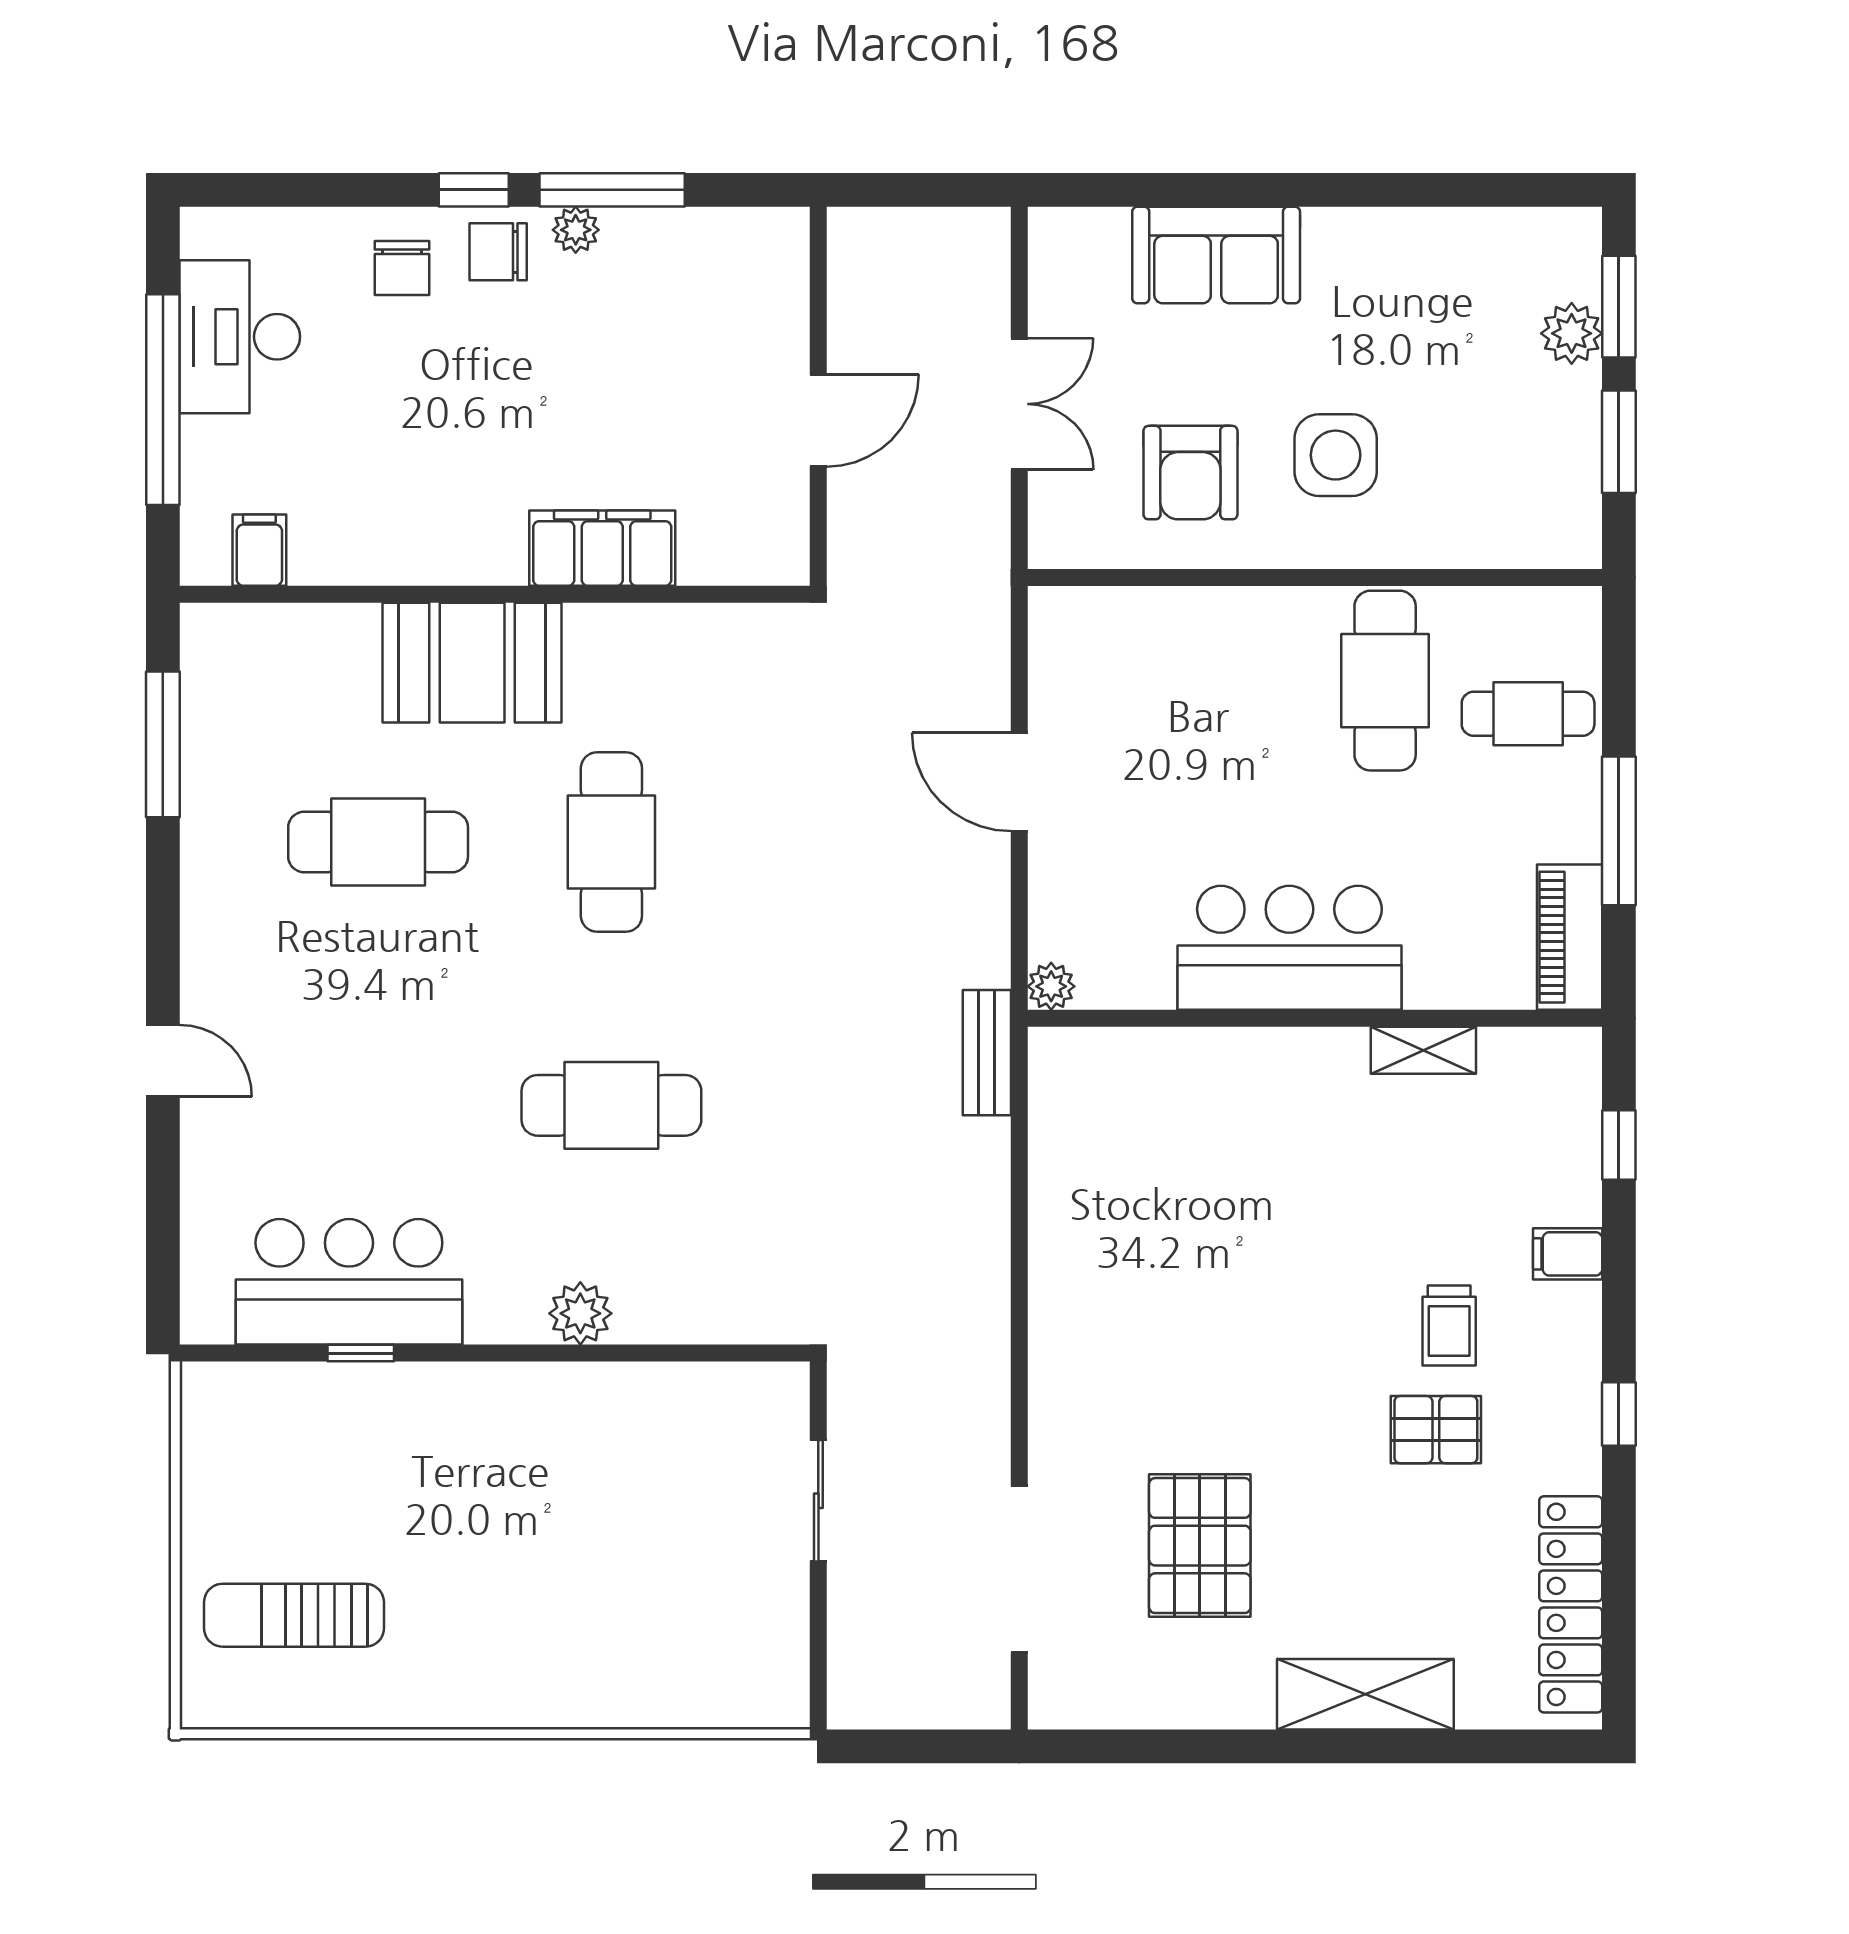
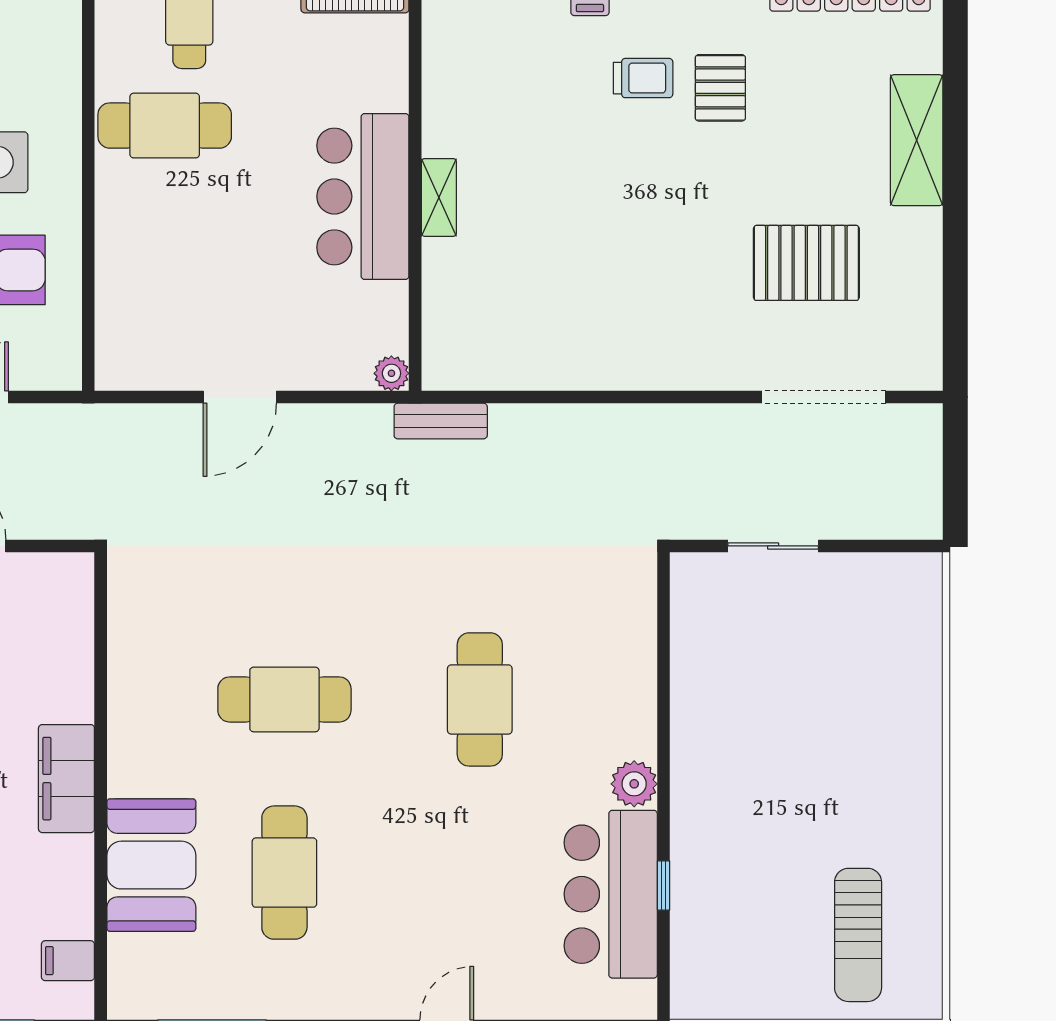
filing cabinet: (602, 548) -> (66, 779), moved
booth: (472, 663) -> (151, 865), moved
shelving: (1423, 1050) -> (439, 197), moved
plant: (580, 1313) -> (634, 784), moved

